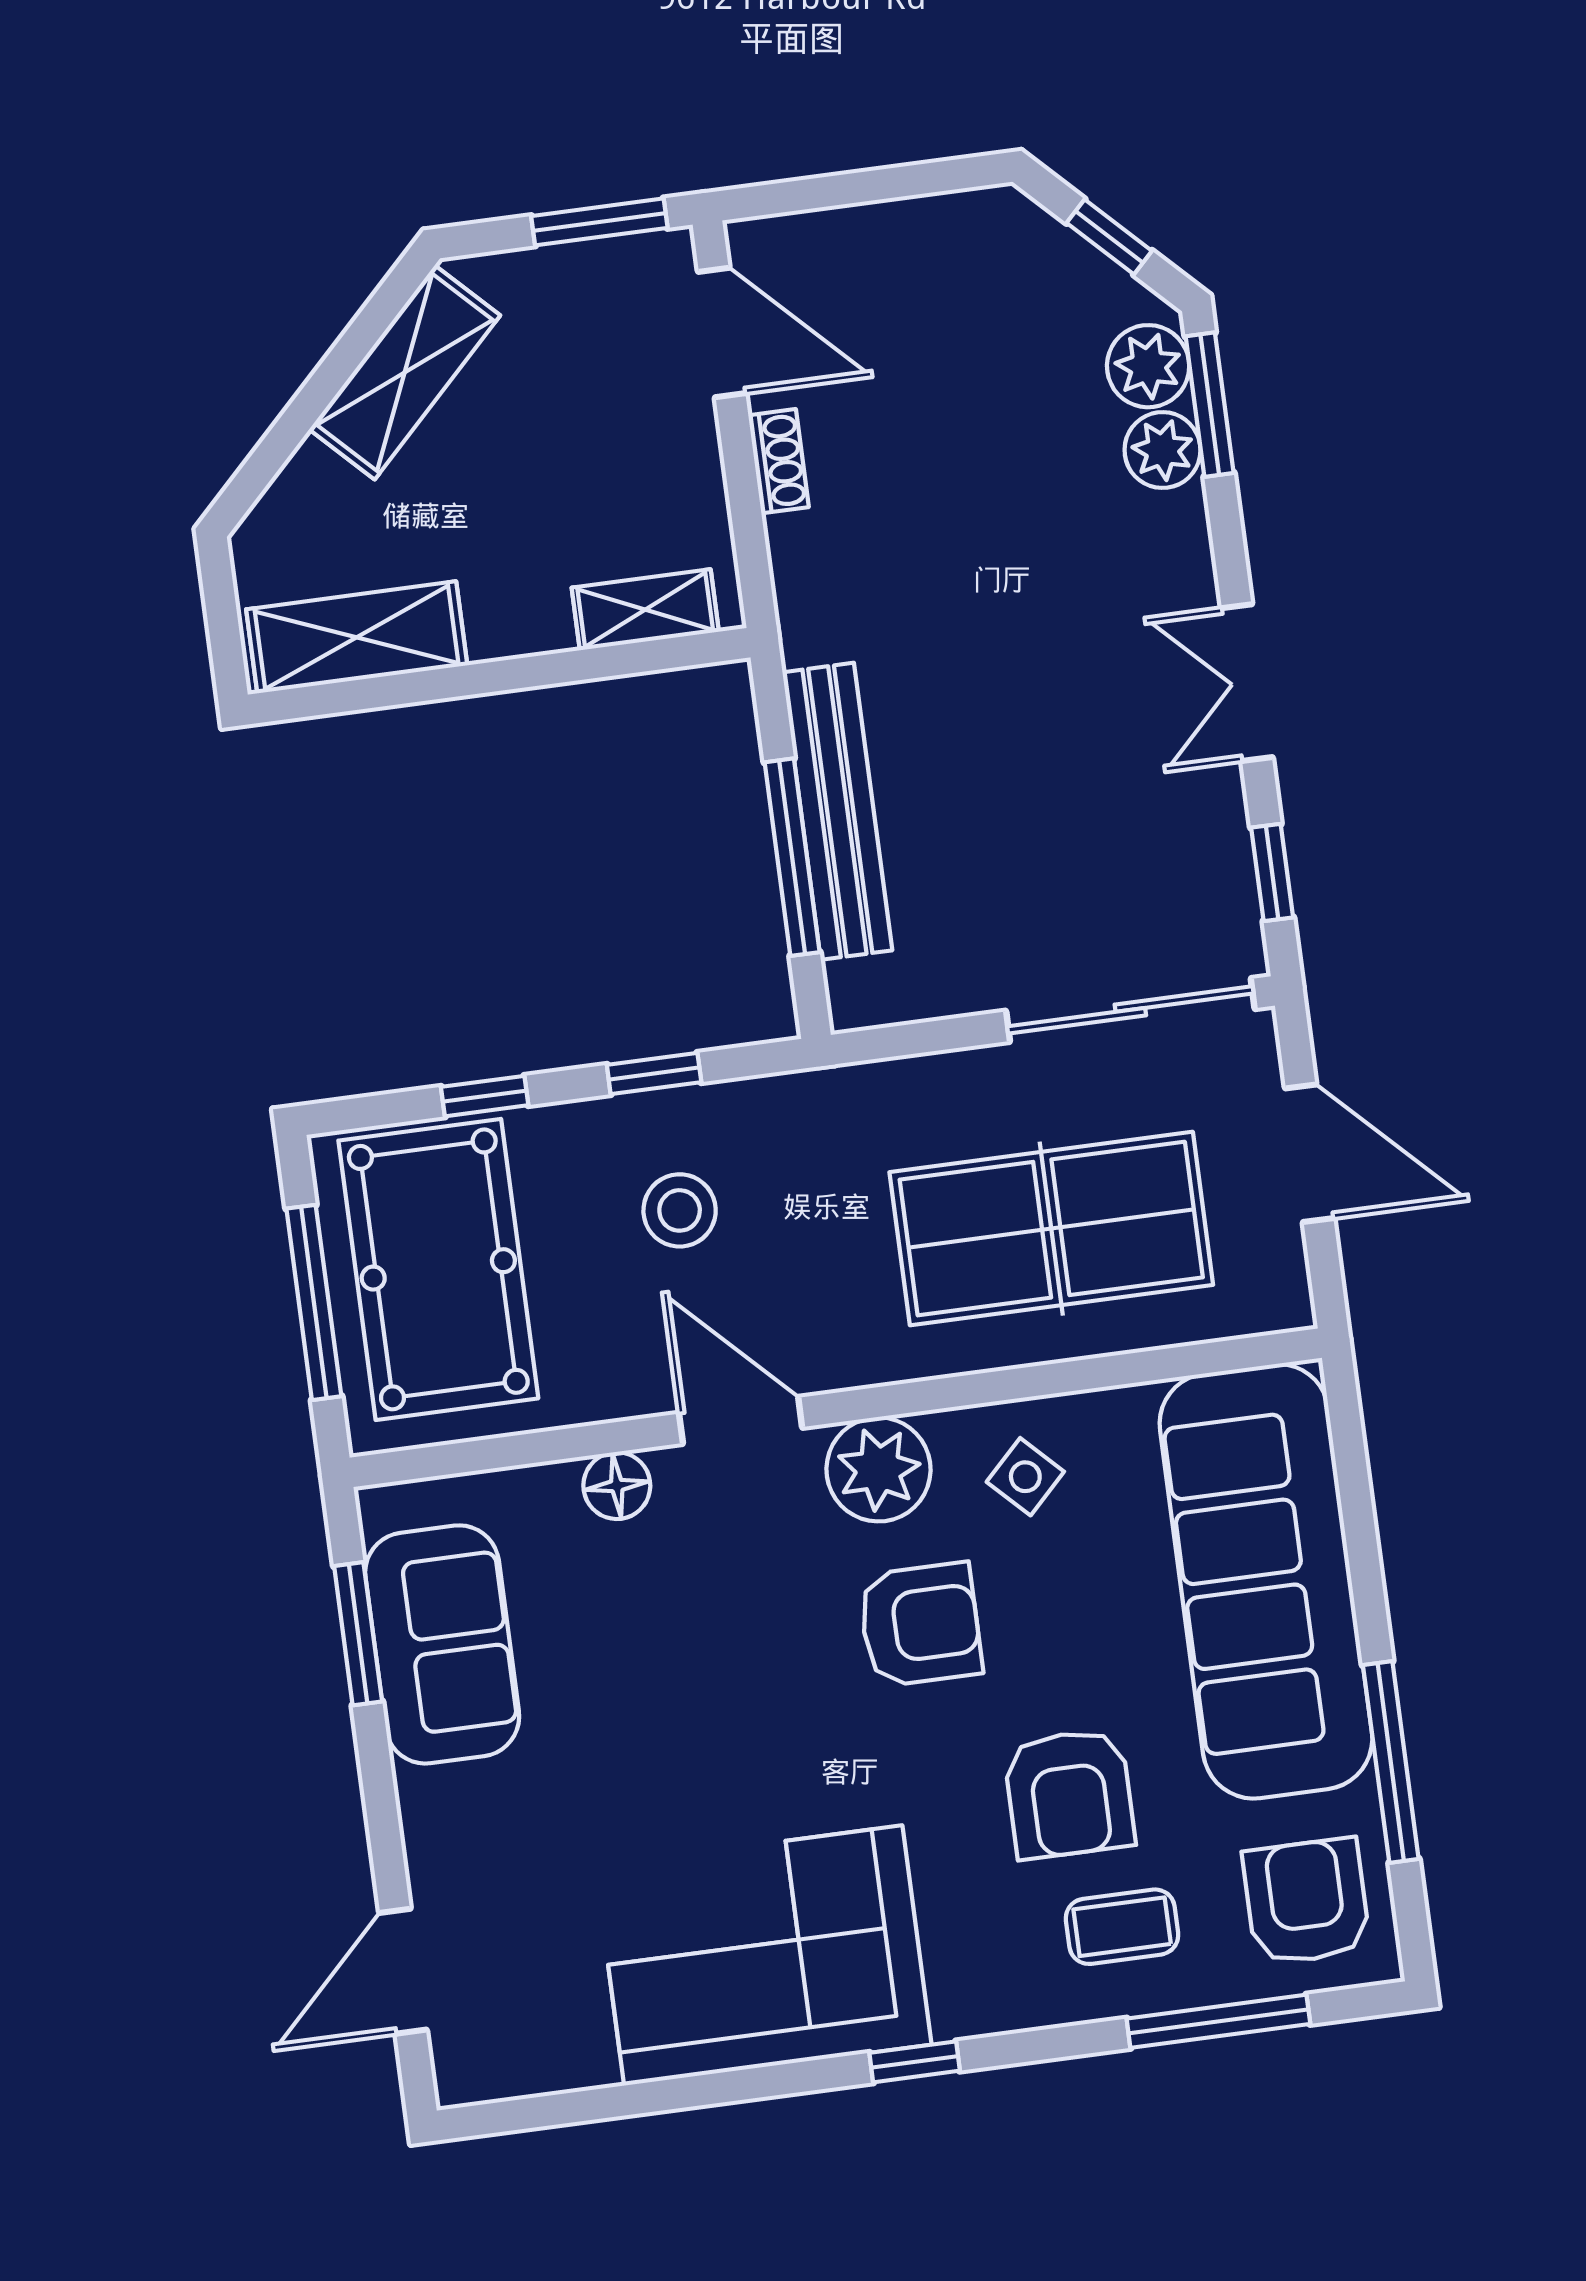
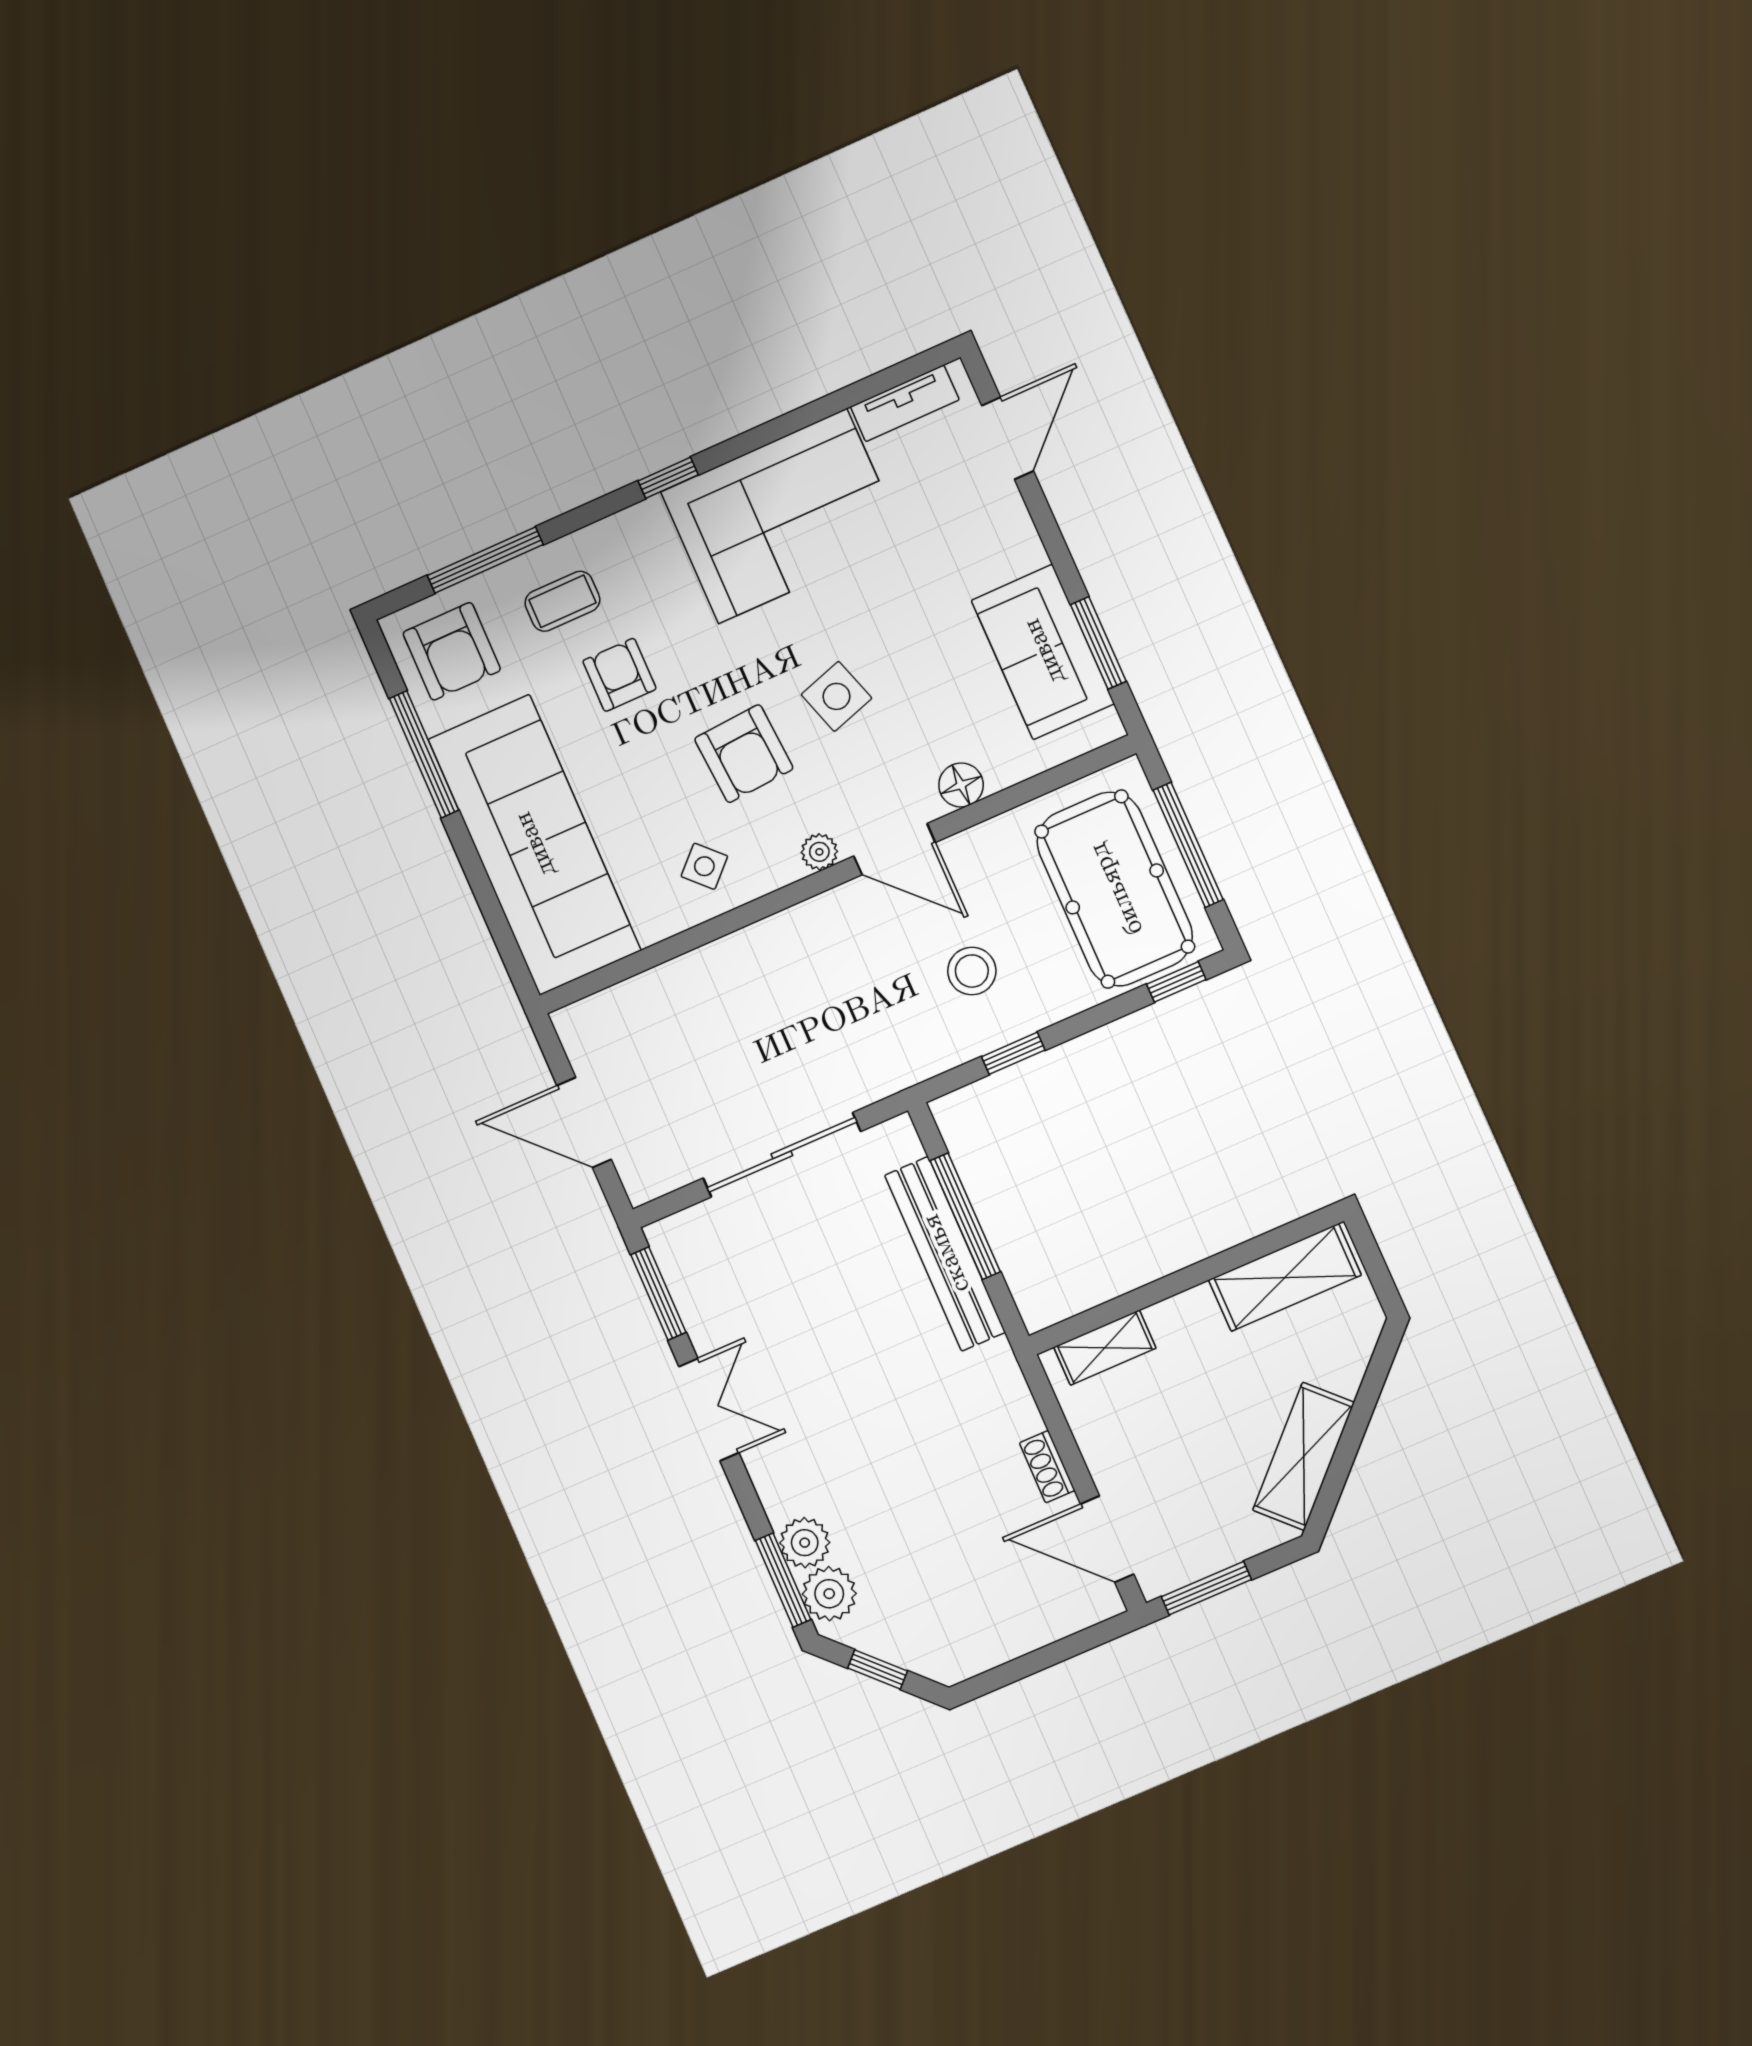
window: (1272, 873) -> (658, 1293), width x1.50
sliding door: (1130, 1010) -> (782, 1155), moved
window: (485, 1096) -> (1176, 982), moved
table tennis table: (1051, 1229) -> (733, 1028), removed
plant: (879, 1469) -> (819, 852), width x0.53, depth x0.53
armchair: (920, 1625) -> (744, 754), turned -94
side table: (761, 1668) -> (836, 696), added
armchair: (1069, 1794) -> (619, 675), width x0.72, depth x0.72
tv unit: (538, 2067) -> (905, 403), added

